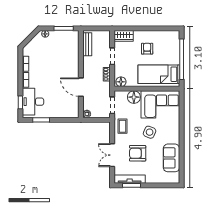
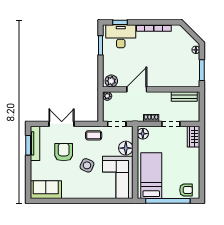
armchair: (147, 49) -> (186, 190), moved
plant: (73, 110) -> (111, 81), added
sofa: (171, 158) -> (46, 190), moved

